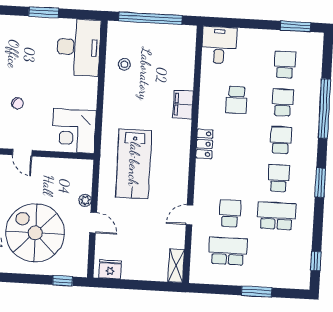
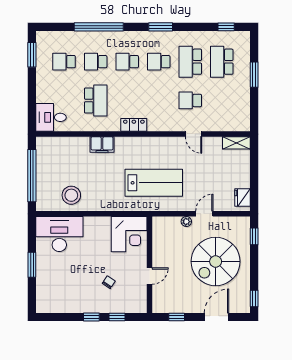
stool: (124, 64) -> (71, 195), width x1.89, depth x1.89
school desk: (236, 100) -> (96, 100), width x1.85
school desk: (228, 251) -> (222, 62), moved

